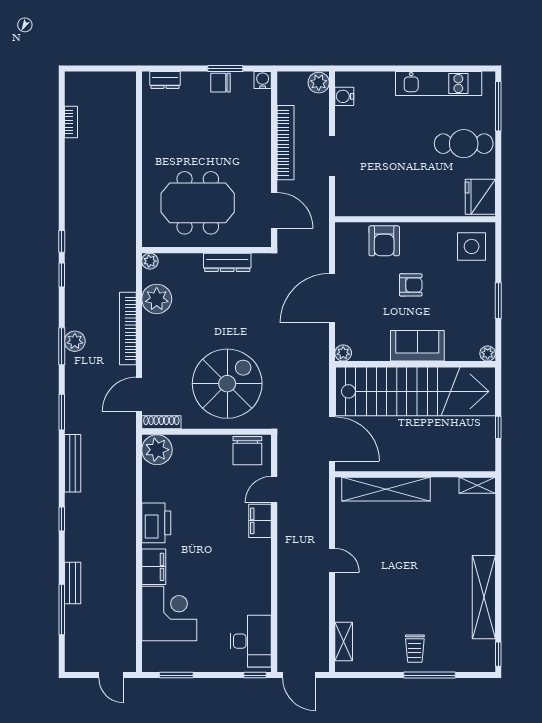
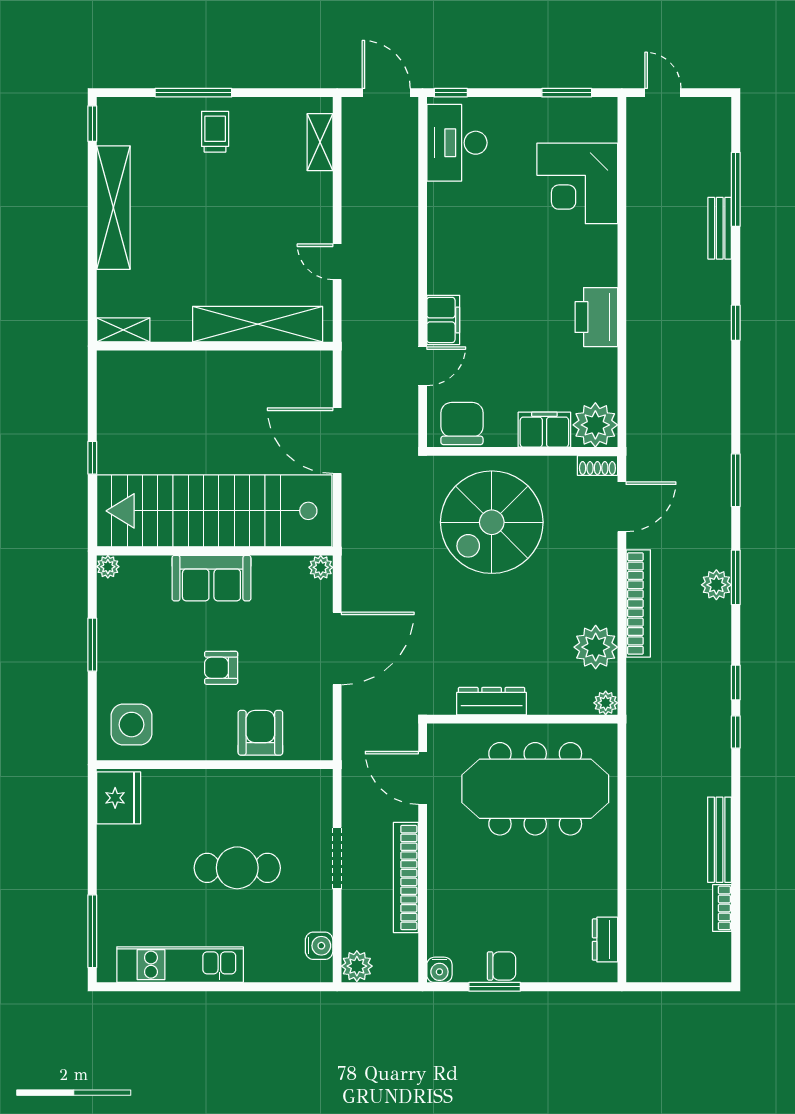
dresser: (165, 80) -> (605, 940), moved, turned -90
cafe table: (464, 144) -> (237, 868), moved
meeting table: (198, 203) -> (535, 789), width x1.36
shoe rack: (161, 422) -> (597, 466), width x0.70
bench: (73, 463) -> (720, 840), moved
wall: (415, 474) -> (215, 346), moved
shelving: (477, 485) -> (123, 330), moved
shelving: (386, 489) -> (258, 324), moved
filing cabinet: (154, 567) -> (544, 430), moved, turned 90

